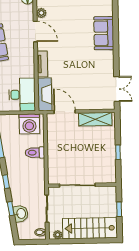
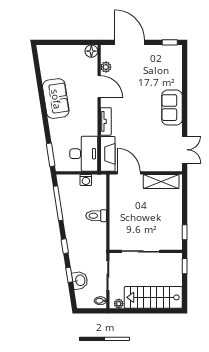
sofa: (104, 33) -> (172, 108), moved
washing machine: (29, 124) -> (86, 180), width x0.53, depth x0.53
window: (118, 152) -> (185, 232), moved
window: (119, 209) -> (185, 266), moved

